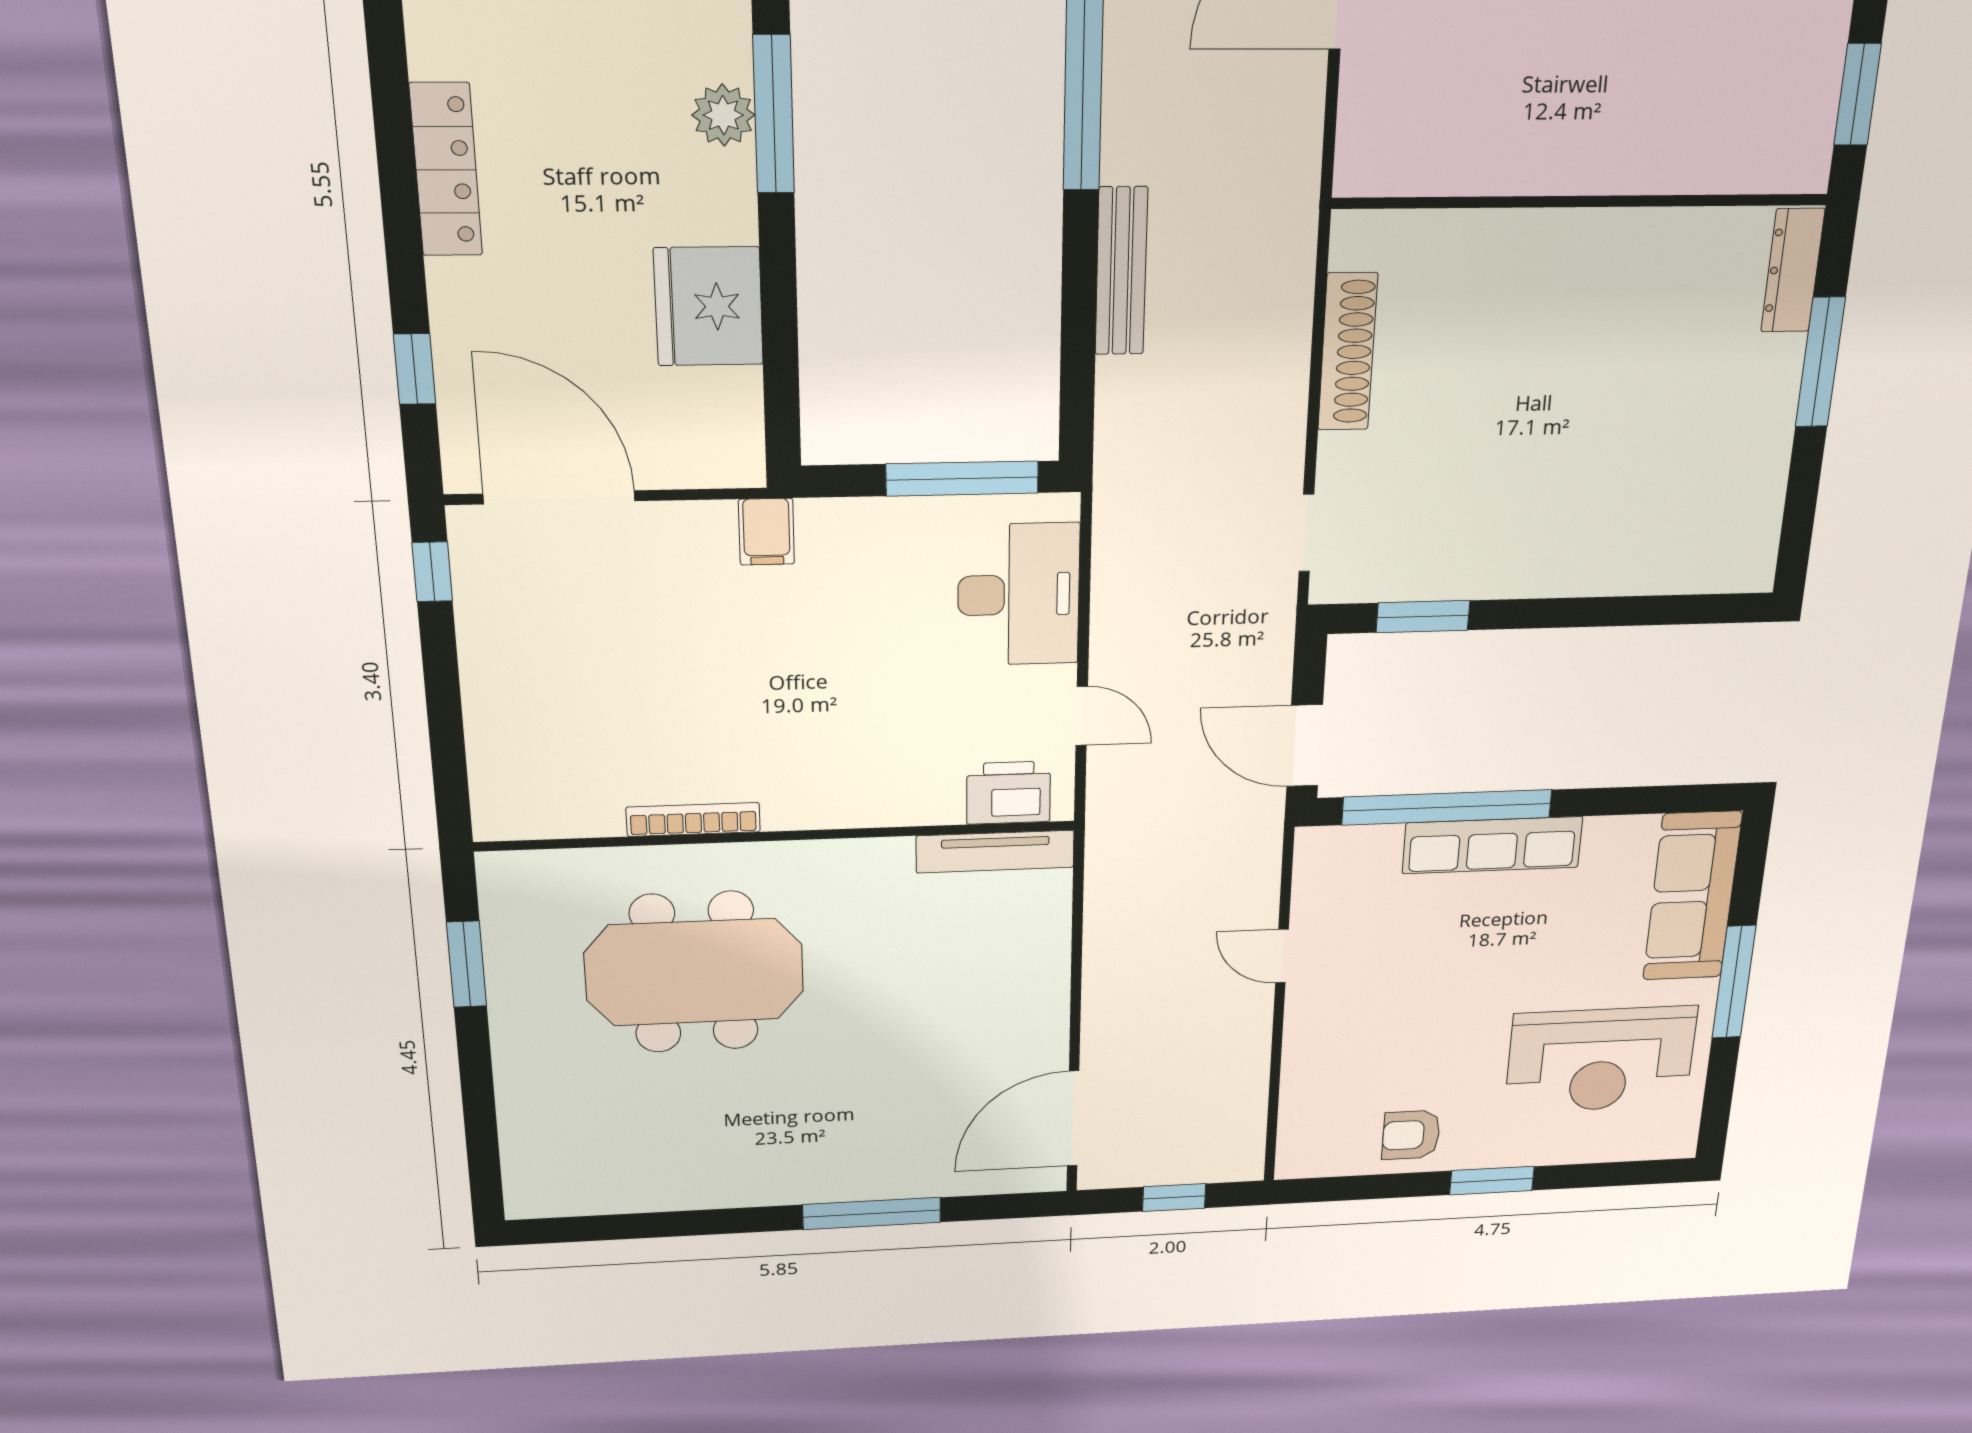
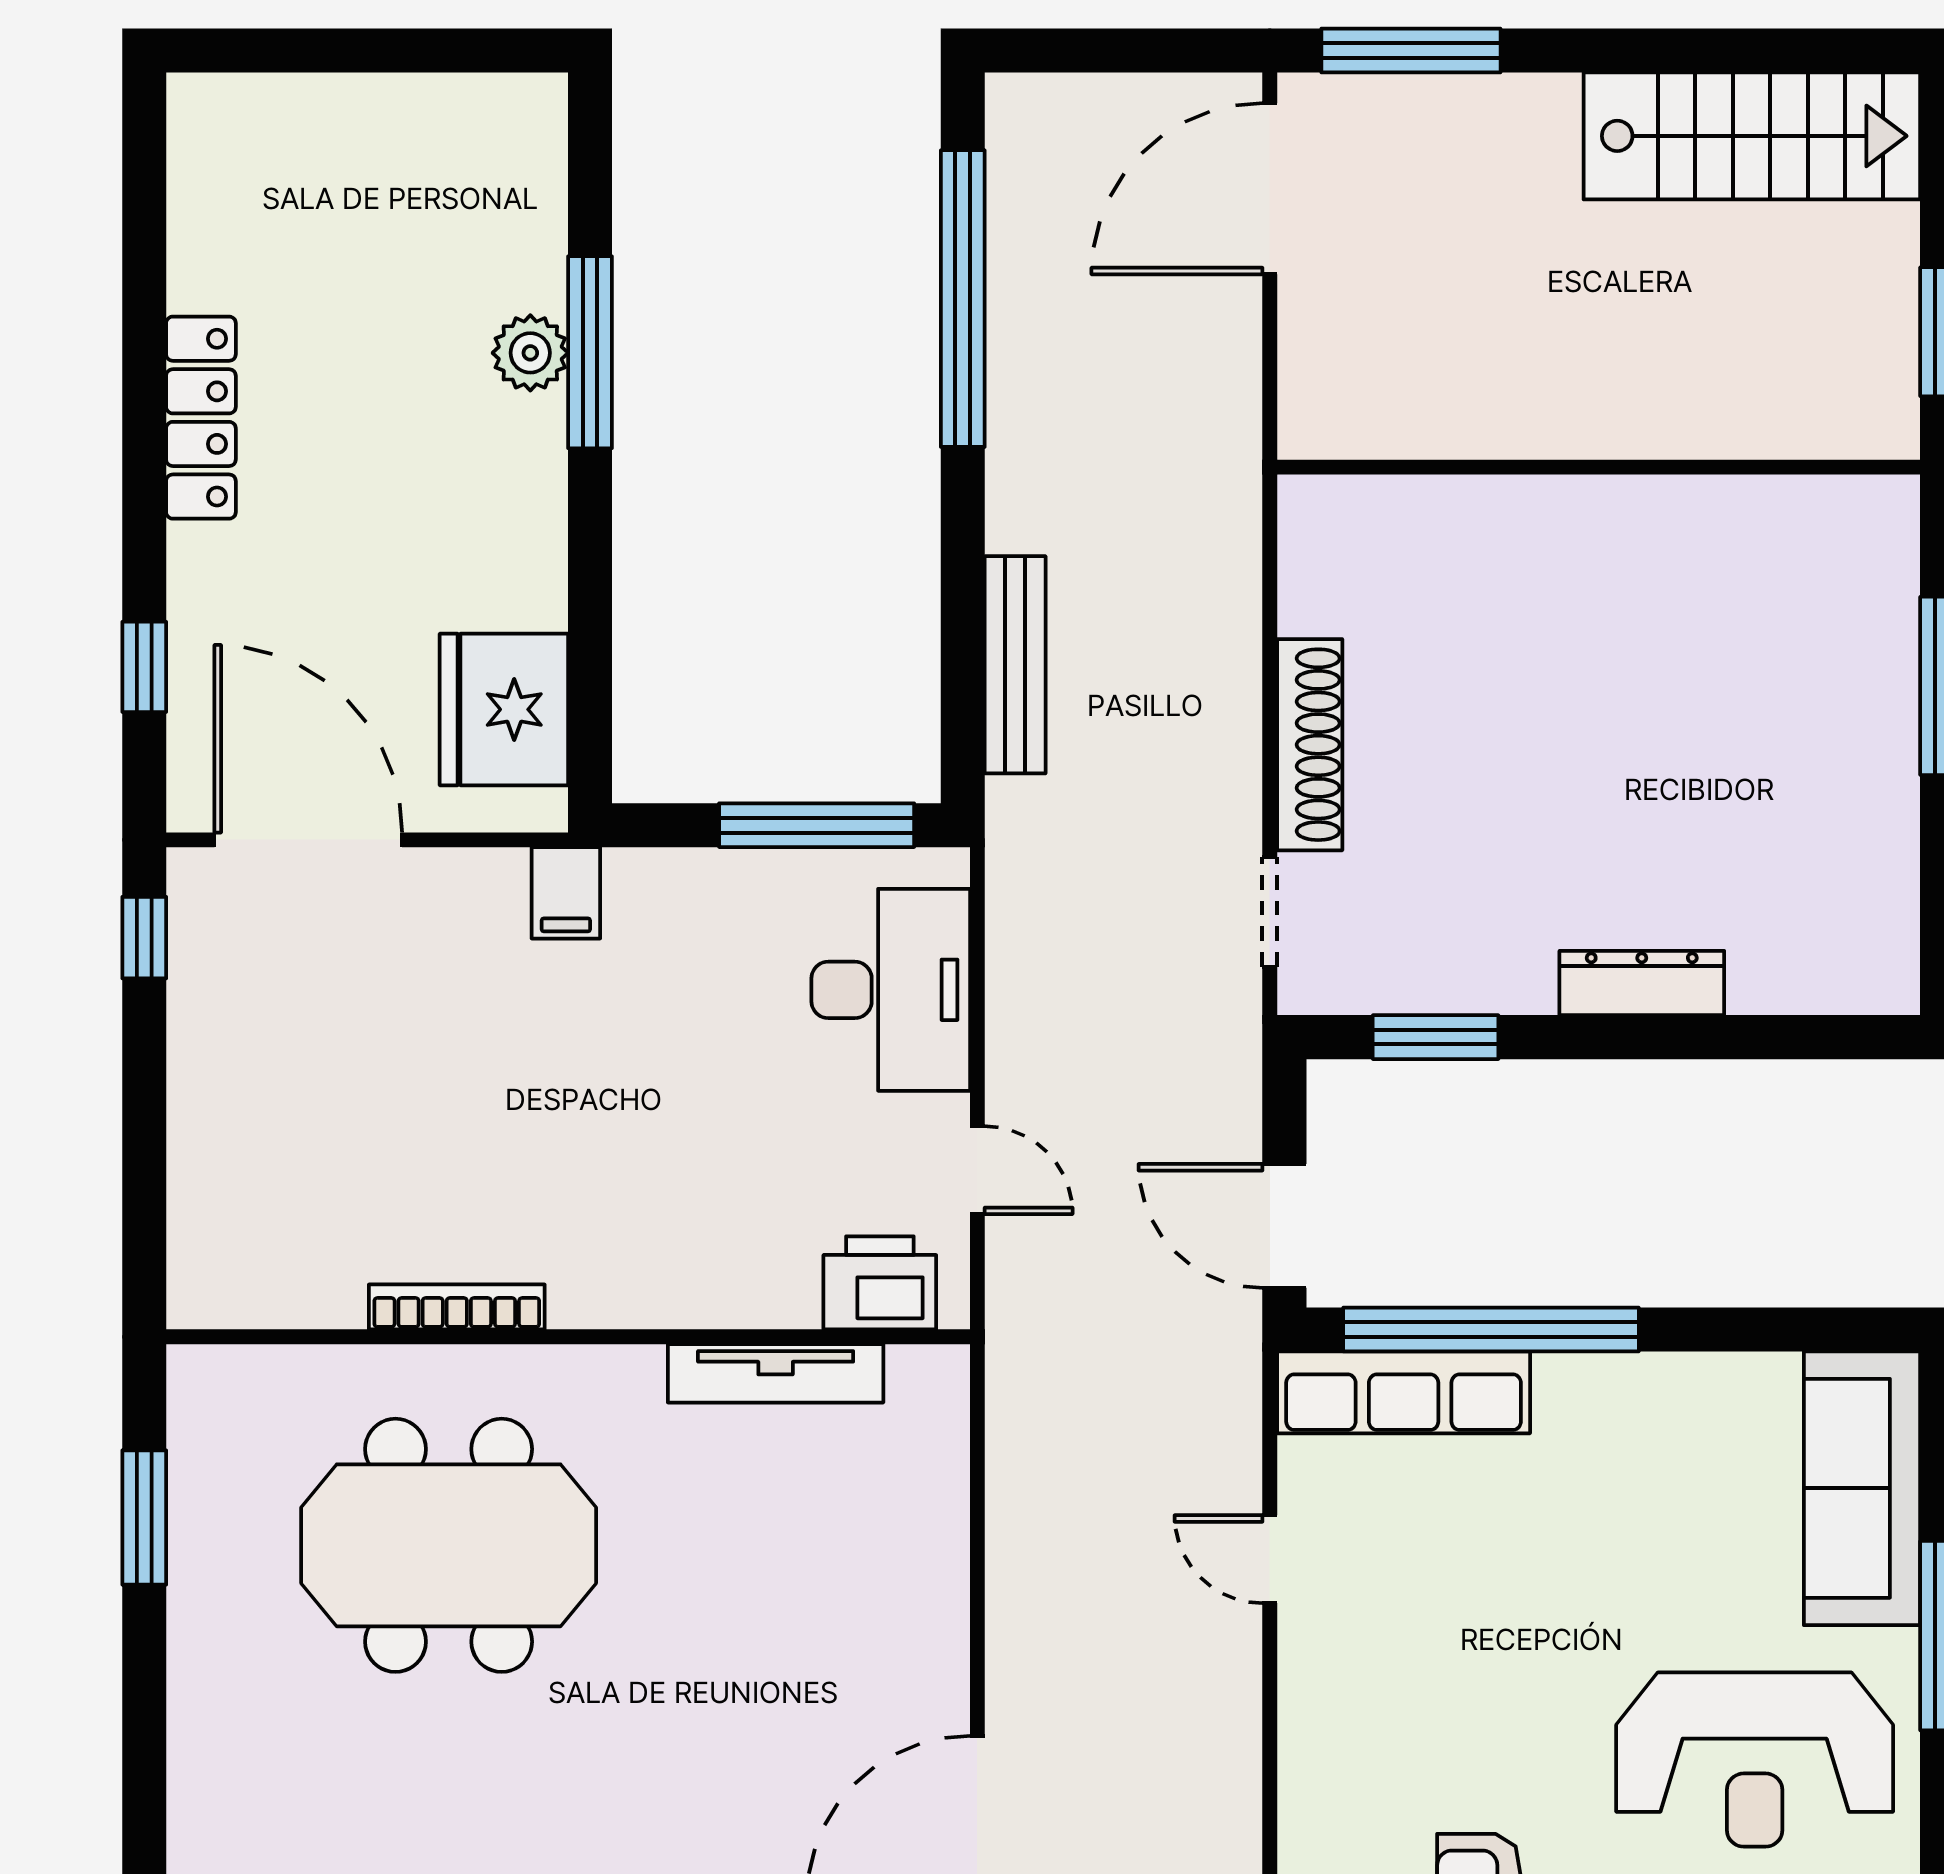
dresser: (1793, 270) -> (1642, 983), moved, turned 90
bench: (1121, 271) -> (1015, 665), moved
fridge: (709, 306) -> (504, 709), moved
shoe rack: (1348, 352) -> (1310, 745), moved
row of seats: (1492, 845) -> (1404, 1392), moved
tv unit: (995, 852) -> (776, 1373), moved

